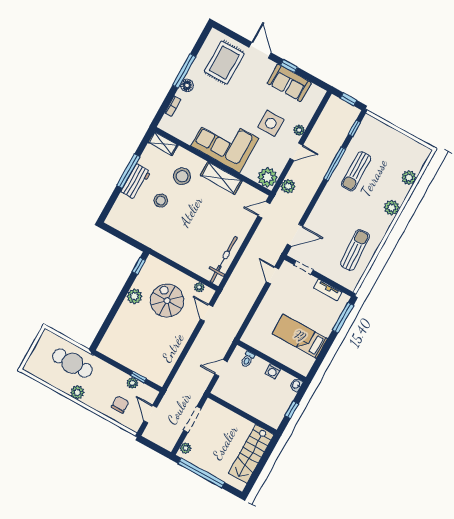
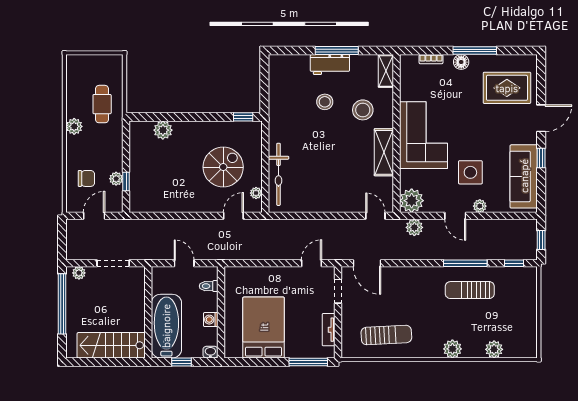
sofa: (289, 83) -> (524, 176), width x1.36
bicycle: (224, 259) -> (279, 174), moved, turned 90
plant: (134, 296) -> (163, 130), moved
bed: (300, 336) -> (264, 327), width x1.50
cafe table: (72, 363) -> (102, 104), width x0.73, depth x0.74
bathtub: (260, 406) -> (166, 326), added

